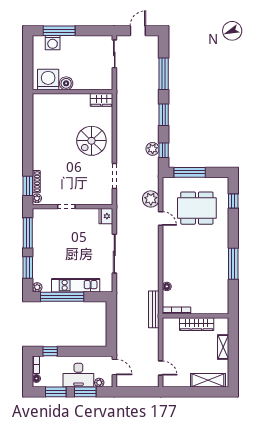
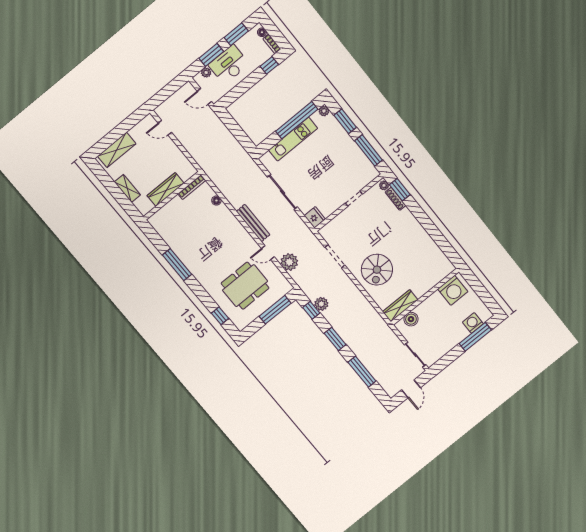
boiler: (66, 83) -> (411, 319), moved
wardrobe: (101, 100) -> (400, 306), width x1.50
spiral stairs: (91, 141) -> (377, 270), turned 180
bench: (154, 309) -> (253, 223), moved

